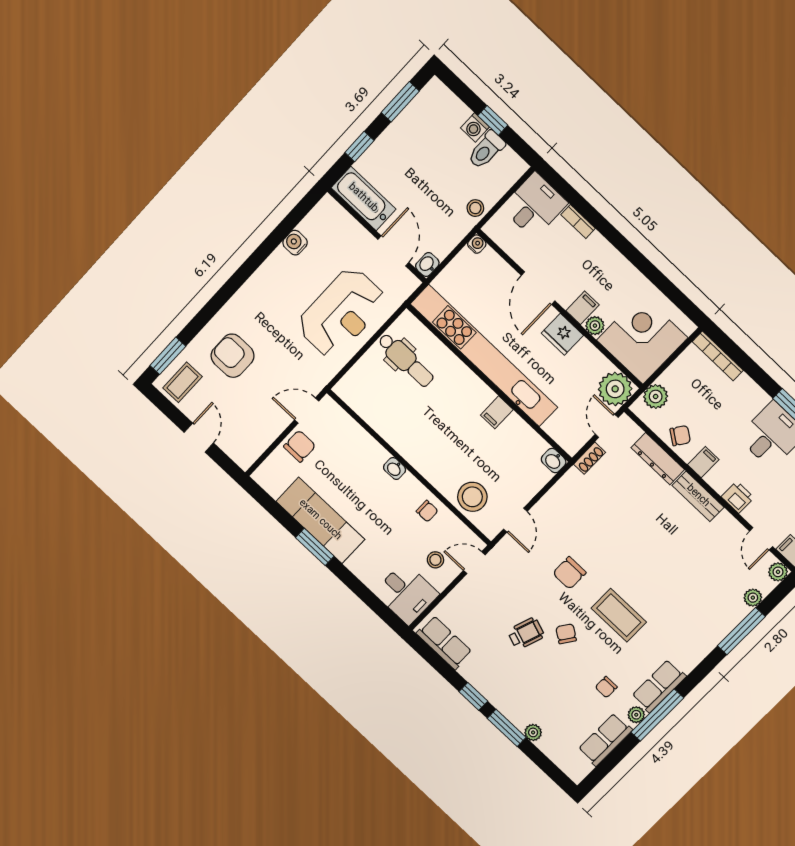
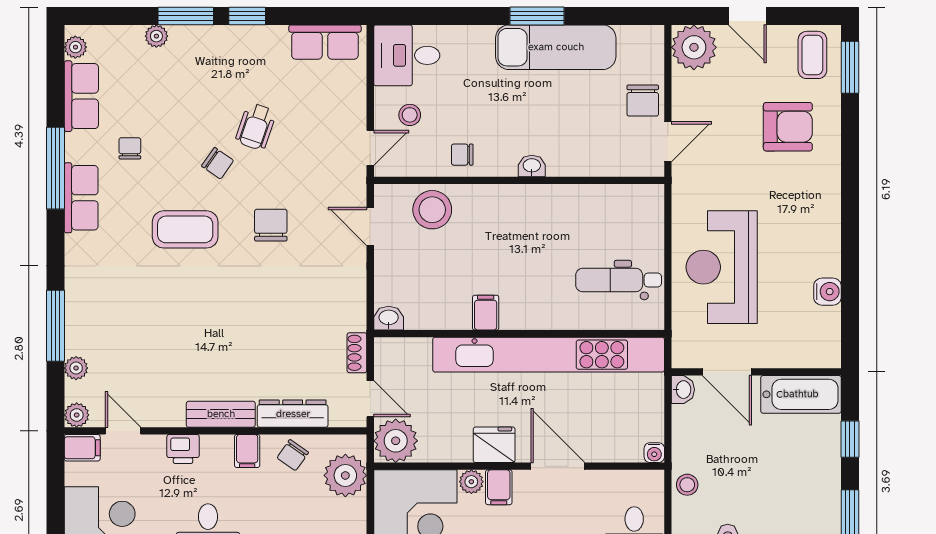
plant: (656, 396) -> (345, 475), width x1.36, depth x1.36
plant: (244, 448) -> (694, 47), added
plant: (636, 715) -> (75, 47), moved

